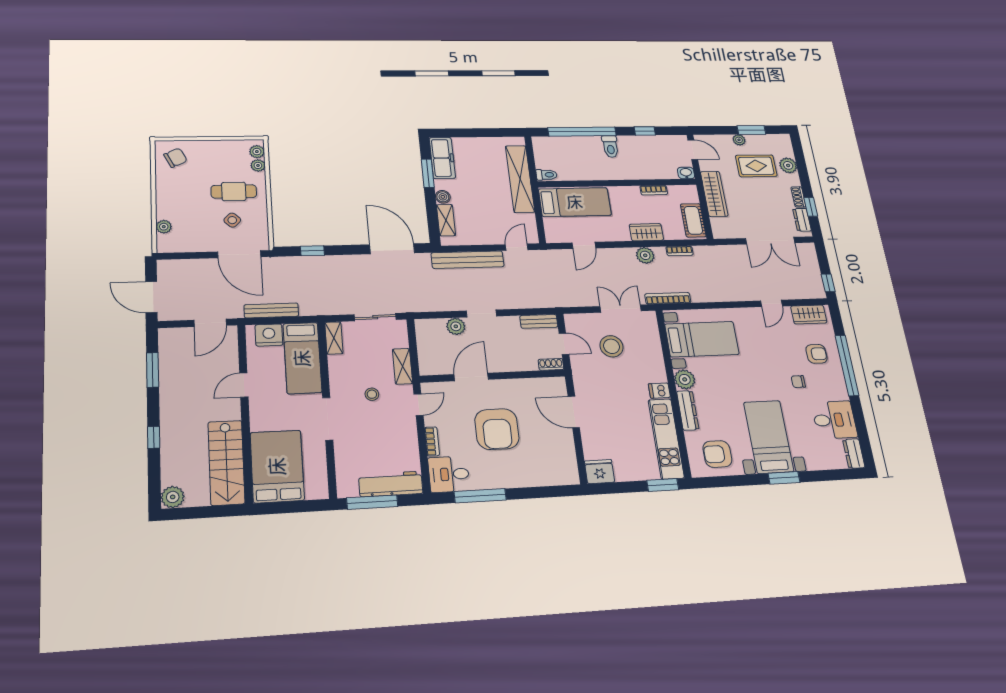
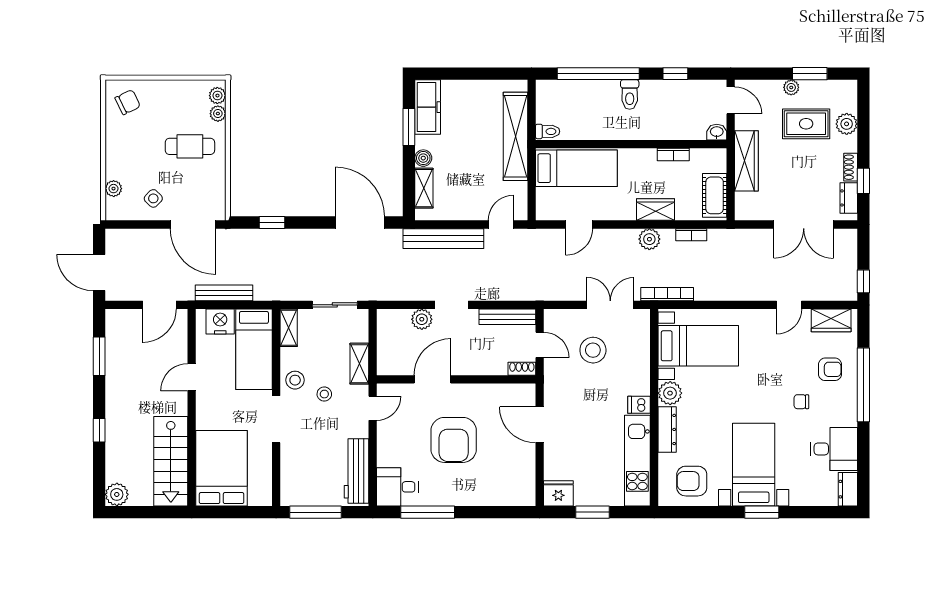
side table: (232, 220) -> (153, 198), moved
bench: (539, 321) -> (507, 317), width x1.36
stool: (343, 383) -> (295, 380), added
bookcase: (432, 441) -> (383, 450), removed
workbench: (391, 484) -> (356, 471), moved, turned -90
window: (663, 485) -> (593, 512), moved

